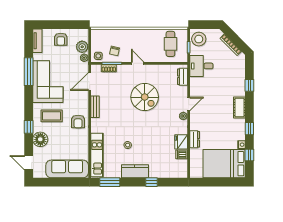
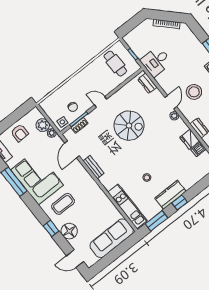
stool: (199, 39) -> (194, 92), moved
armchair: (78, 122) -> (89, 191), removed
window: (152, 182) -> (180, 203), moved

